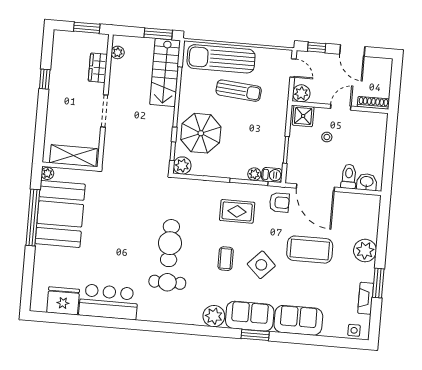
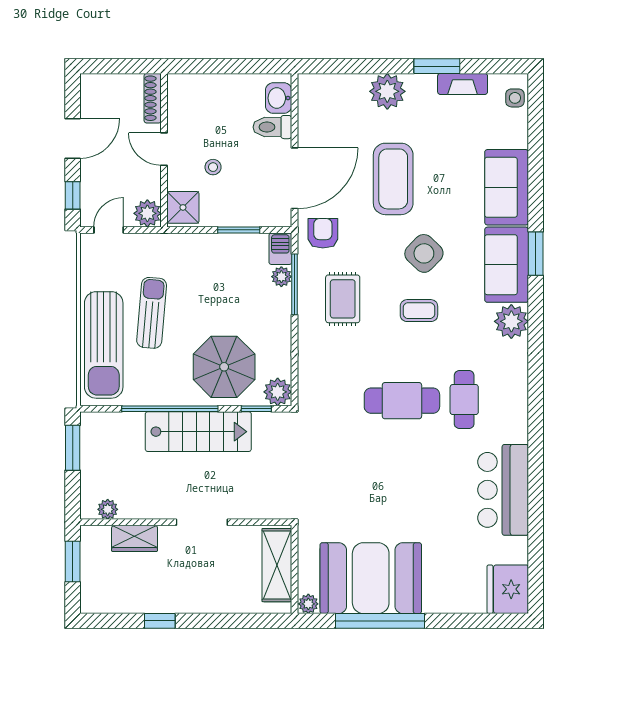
stairs: (165, 72) -> (198, 432), moved
fridge: (63, 301) -> (508, 589), moved

